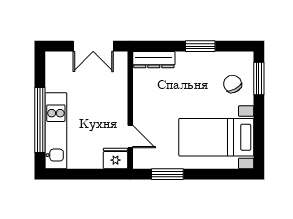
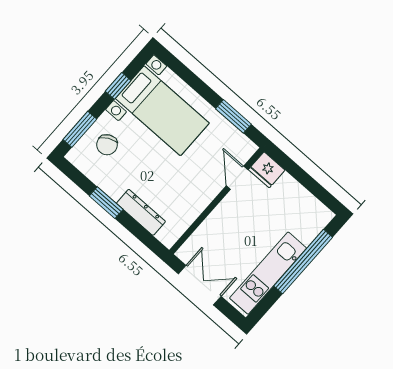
dresser: (154, 60) -> (141, 212), moved
window: (259, 128) -> (118, 86), added
kitchen unit: (56, 131) -> (268, 273), moved

